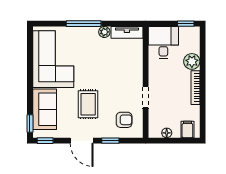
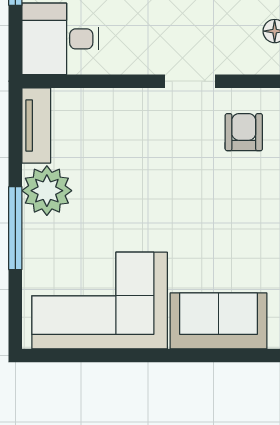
plant: (104, 32) -> (47, 191), width x1.88, depth x1.88
rug: (88, 104) -> (207, 218), removed
window: (30, 123) -> (252, 356), removed

